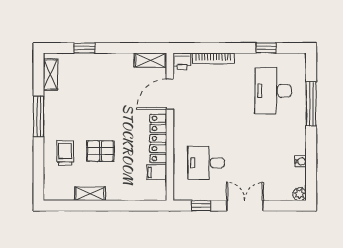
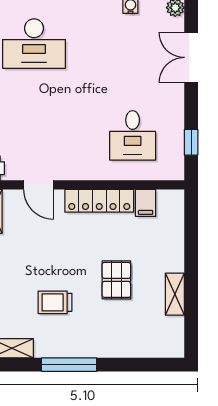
door: (170, 94) -> (39, 185), width x0.73
trolley: (65, 153) -> (55, 302), moved
double door: (245, 206) -> (191, 57), moved

